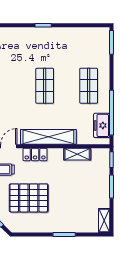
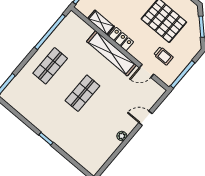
freezer: (102, 125) -> (65, 28), removed
locker: (35, 154) -> (121, 39), moved

